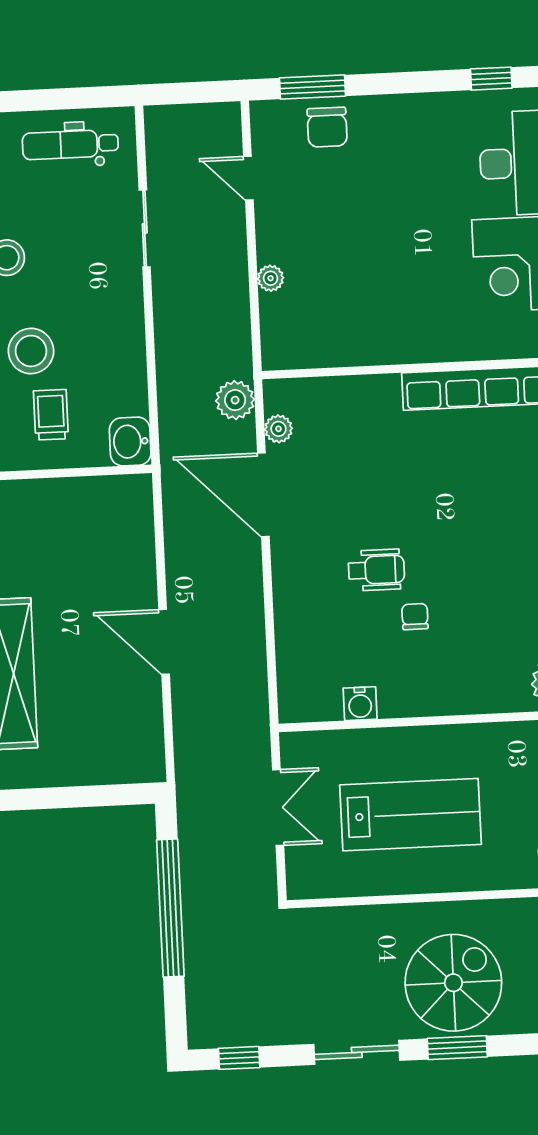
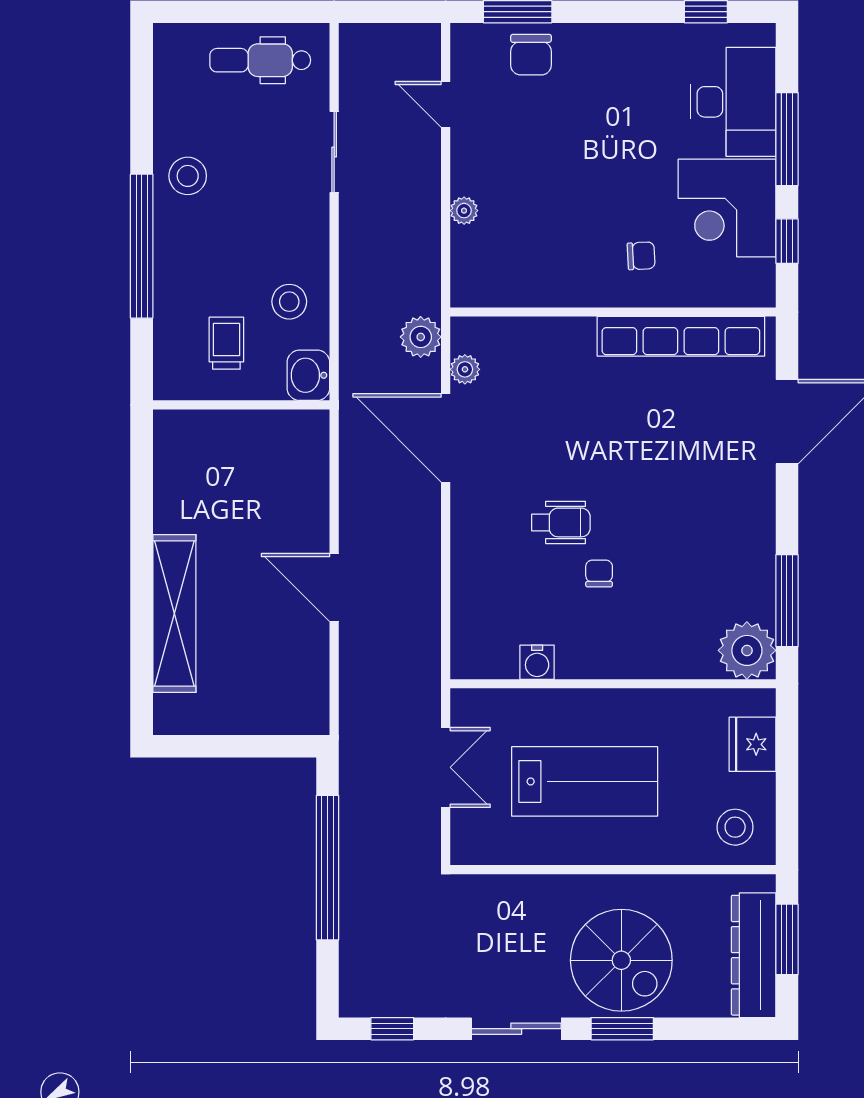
chair: (441, 313) -> (641, 256), added
stool: (31, 351) -> (289, 302), moved, width x0.73, depth x0.73
spiral stairs: (453, 983) -> (621, 960), turned 90

